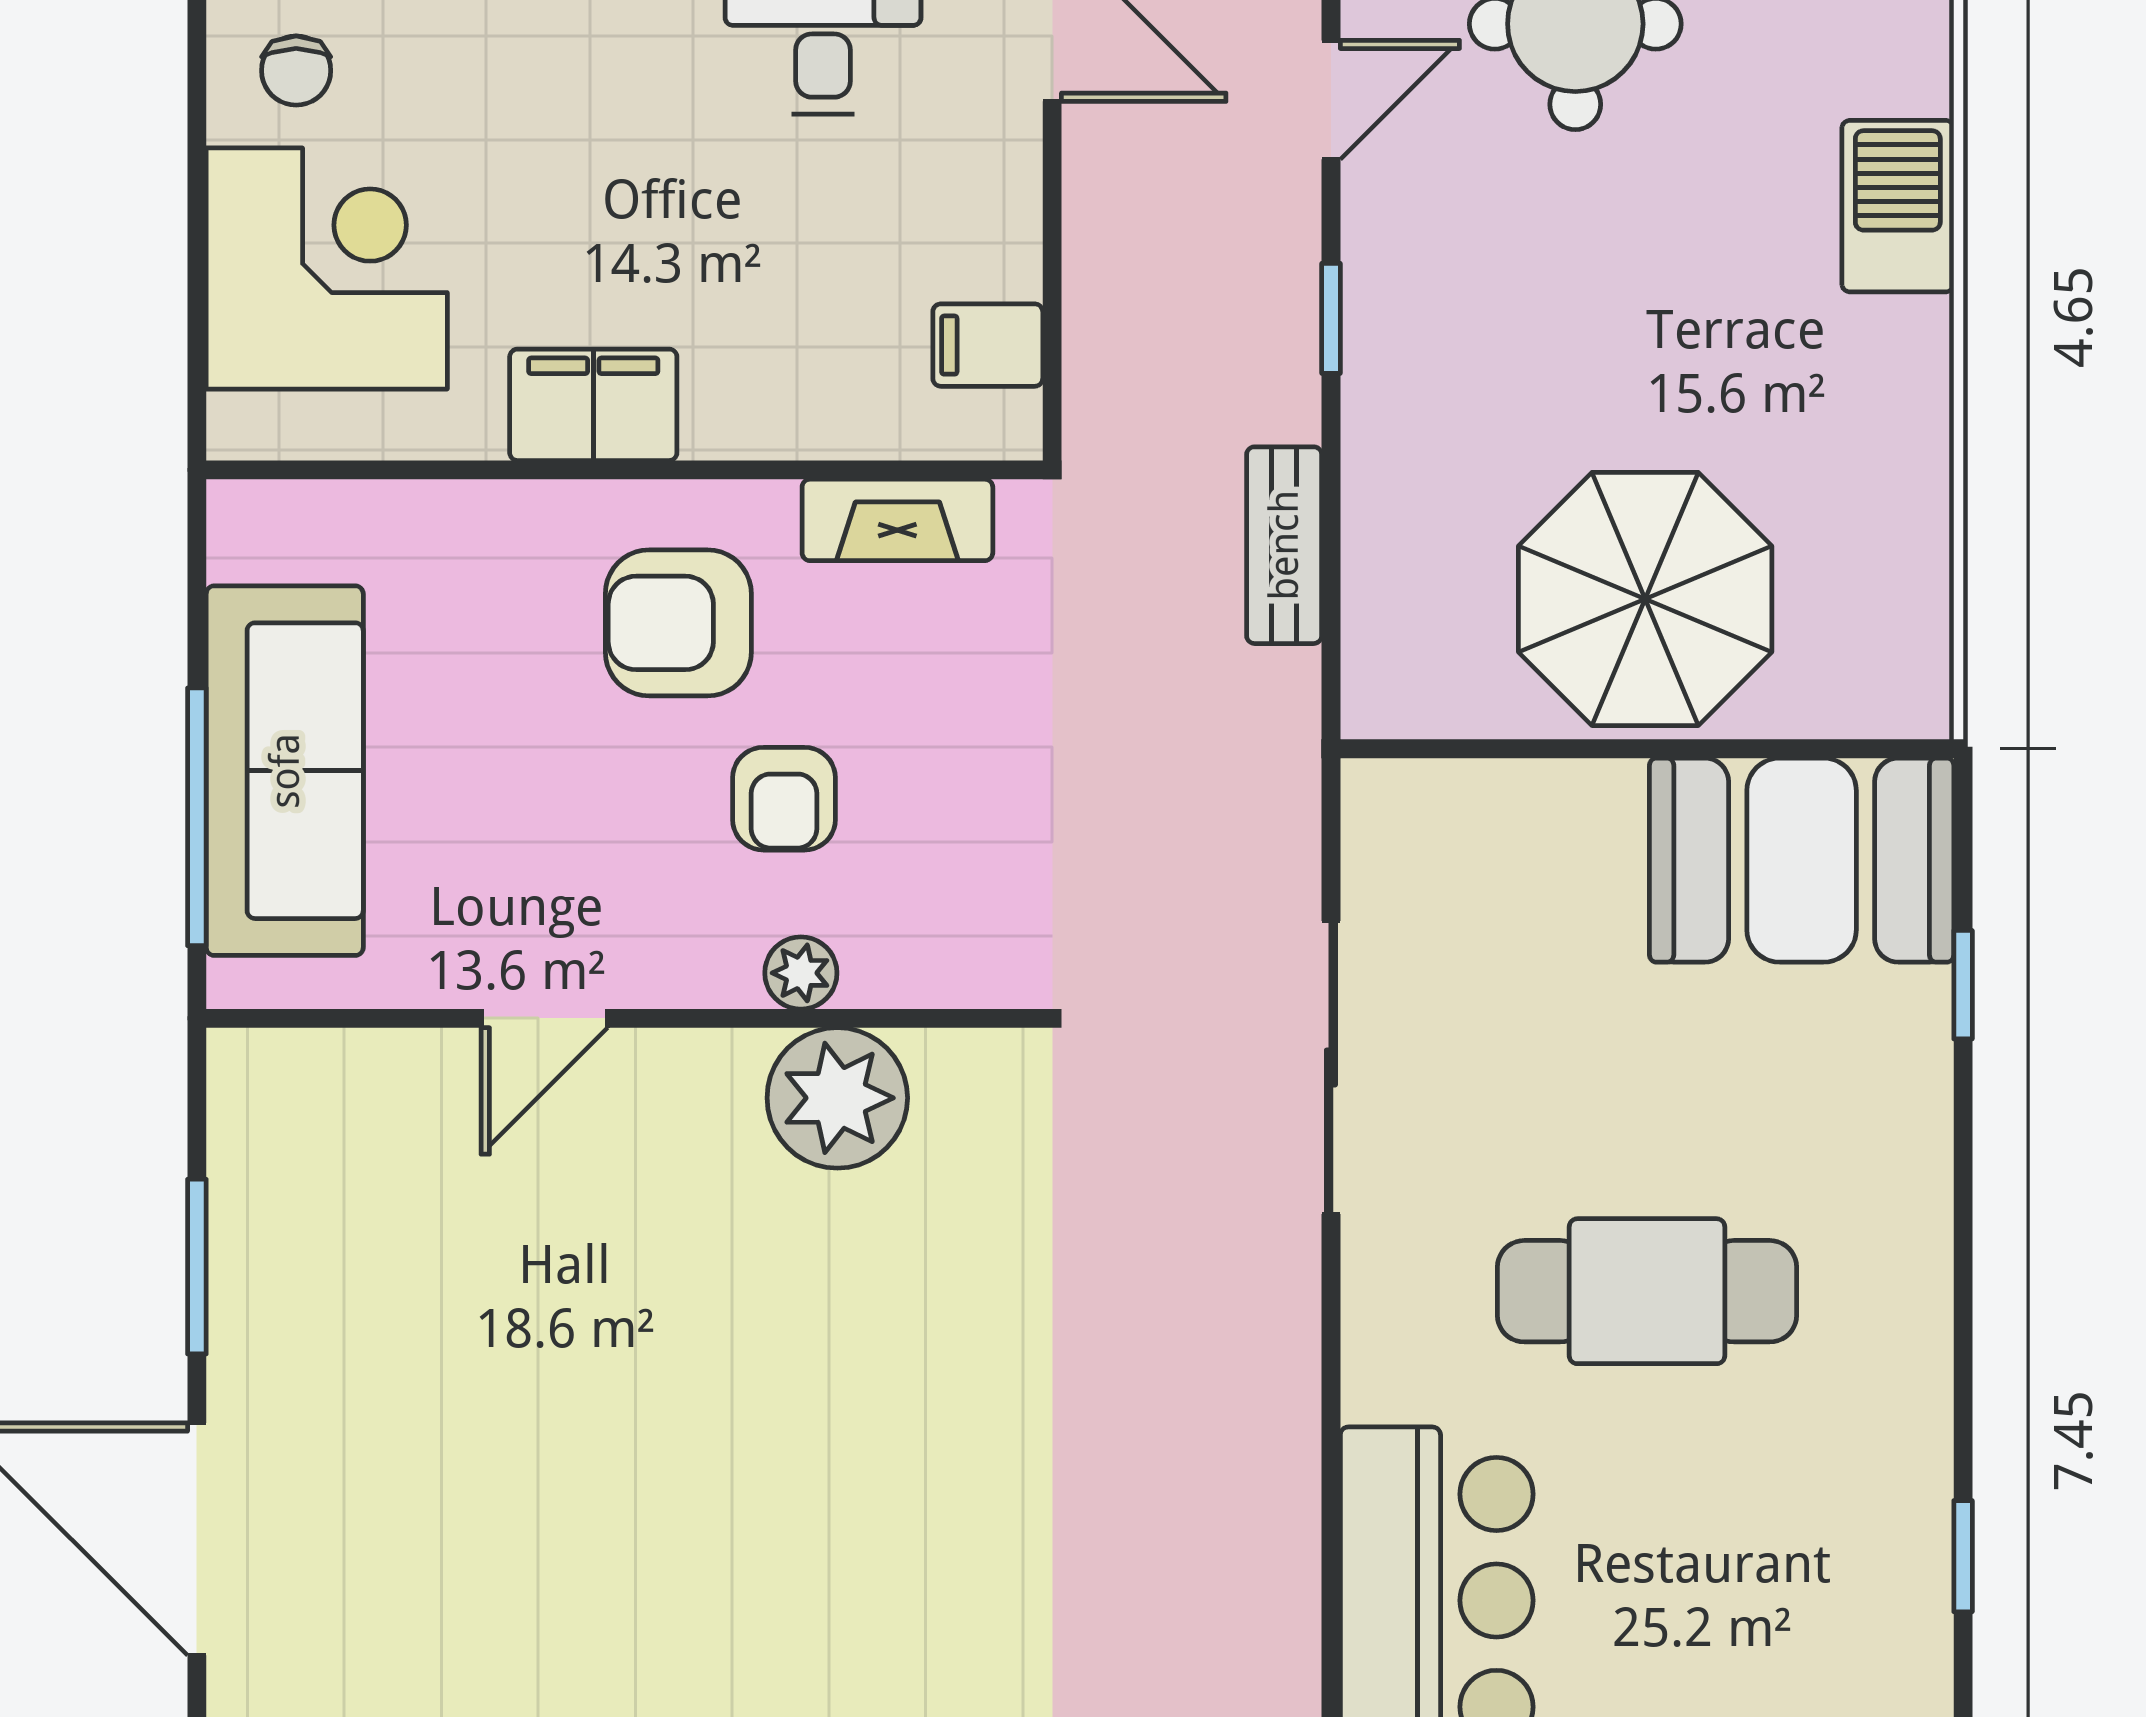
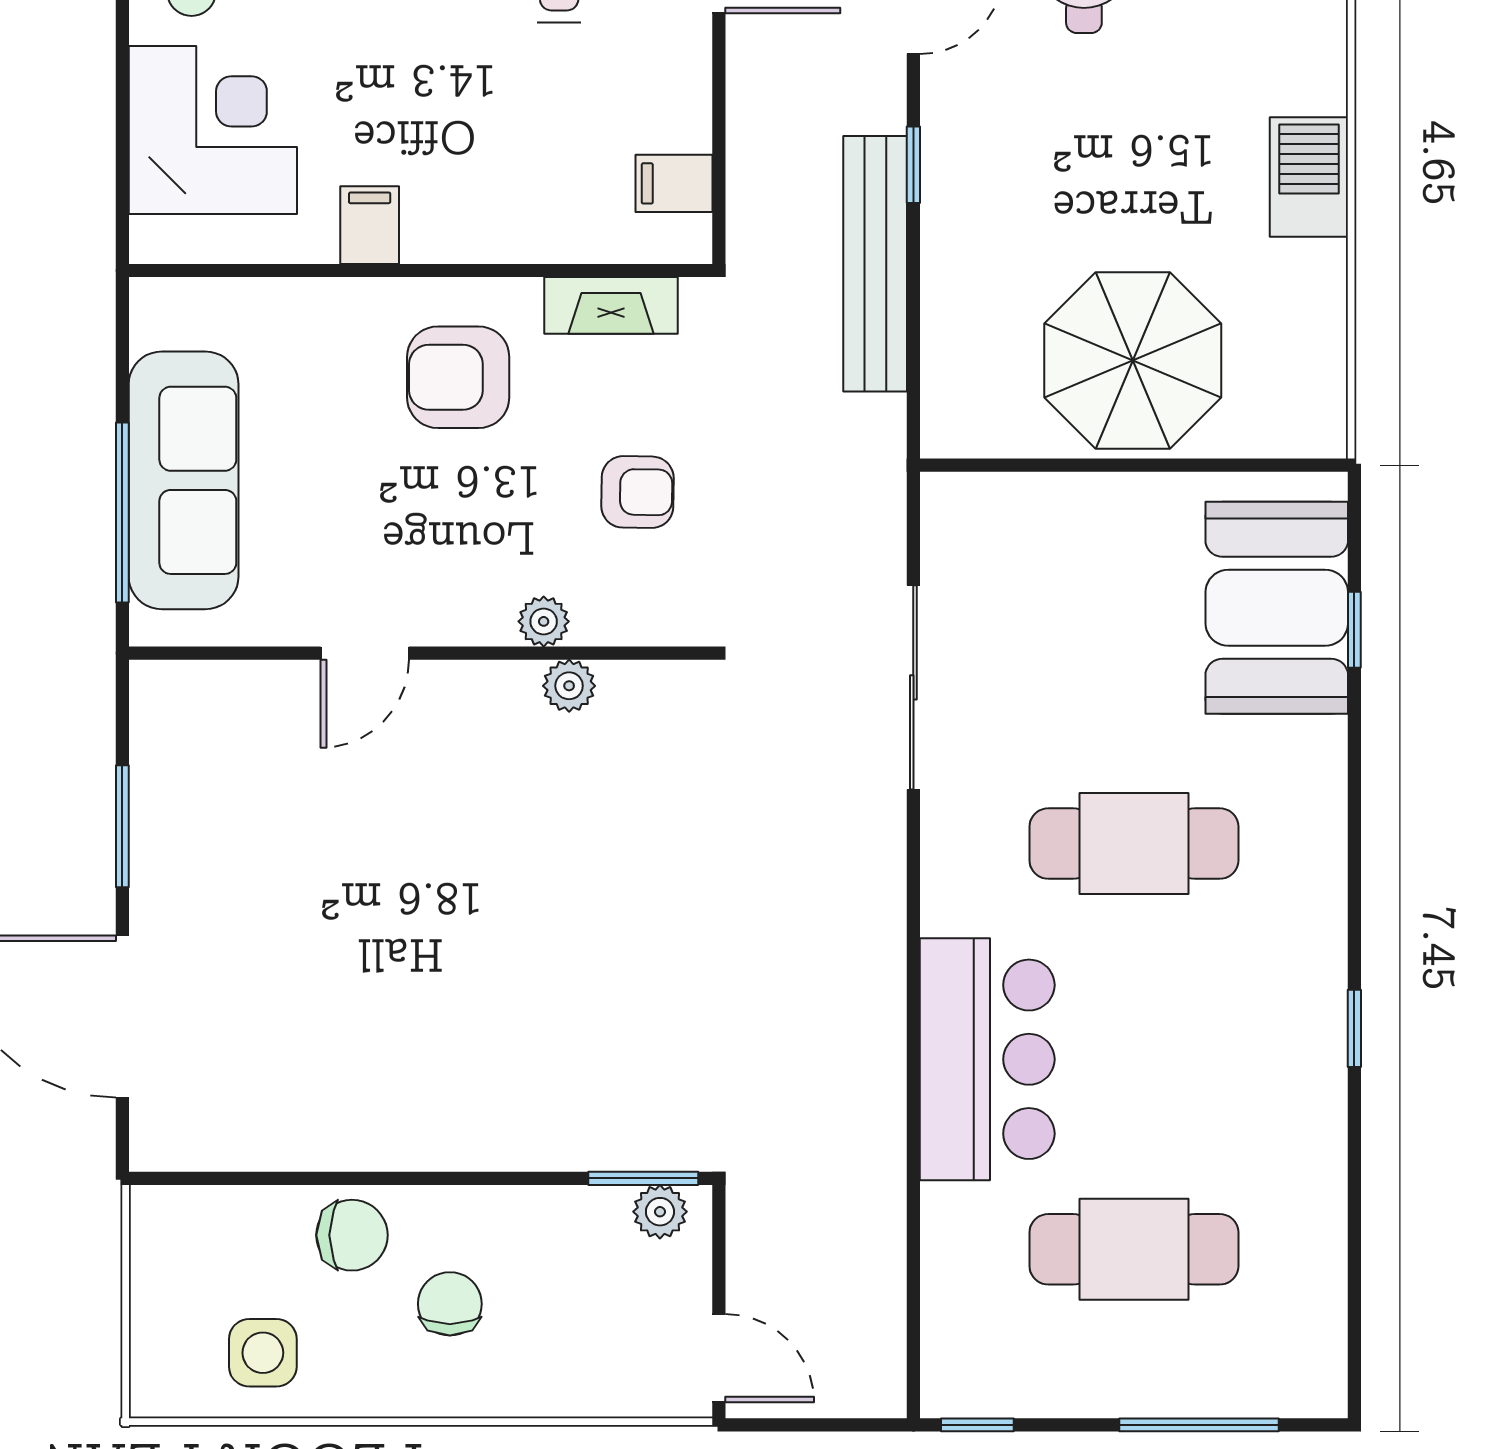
barbecue: (1898, 206) -> (1309, 177), moved
filing cabinet: (593, 405) -> (370, 225), width x0.50
bench: (1284, 545) -> (875, 264), width x1.86, depth x1.21
armchair: (784, 799) -> (638, 492), moved, turned -89
booth: (1802, 860) -> (1277, 608), moved, turned 90
plant: (837, 1098) -> (569, 686), width x0.53, depth x0.53

